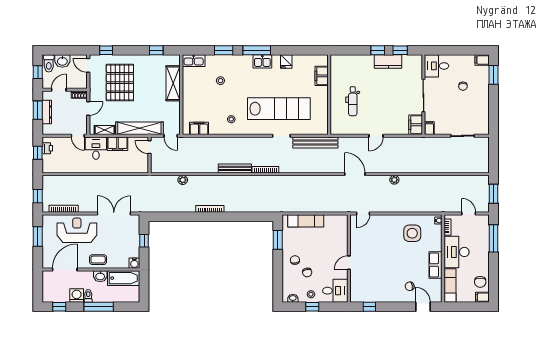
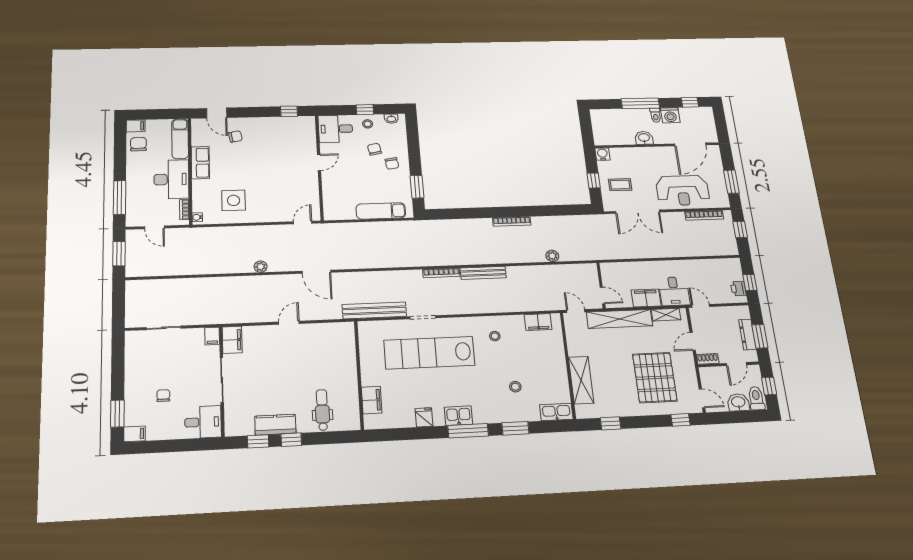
dental chair: (353, 101) -> (322, 410), moved
coffee table: (98, 260) -> (620, 185), moved
bathtub: (124, 278) -> (614, 136), removed

